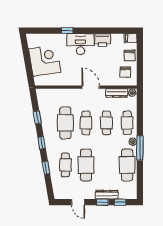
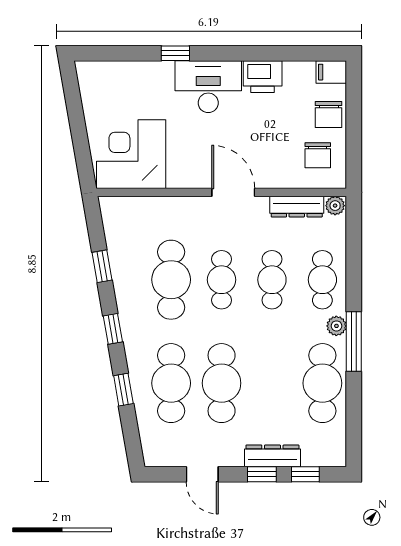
corner desk: (45, 60) -> (131, 154), moved, turned -80
cafe table: (65, 165) -> (171, 383), width x1.37, depth x1.35

